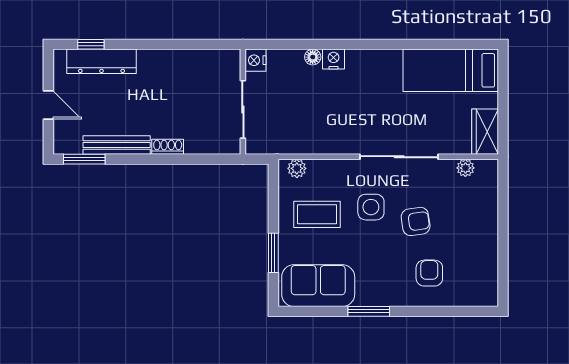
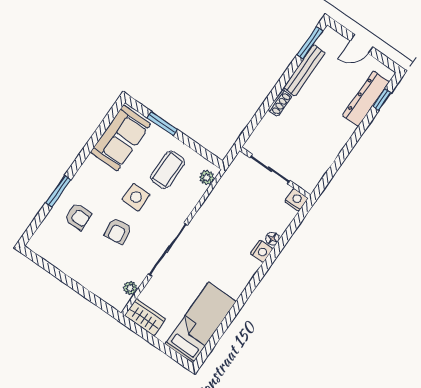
side table: (371, 207) -> (136, 197), moved
window: (369, 311) -> (58, 191), moved

